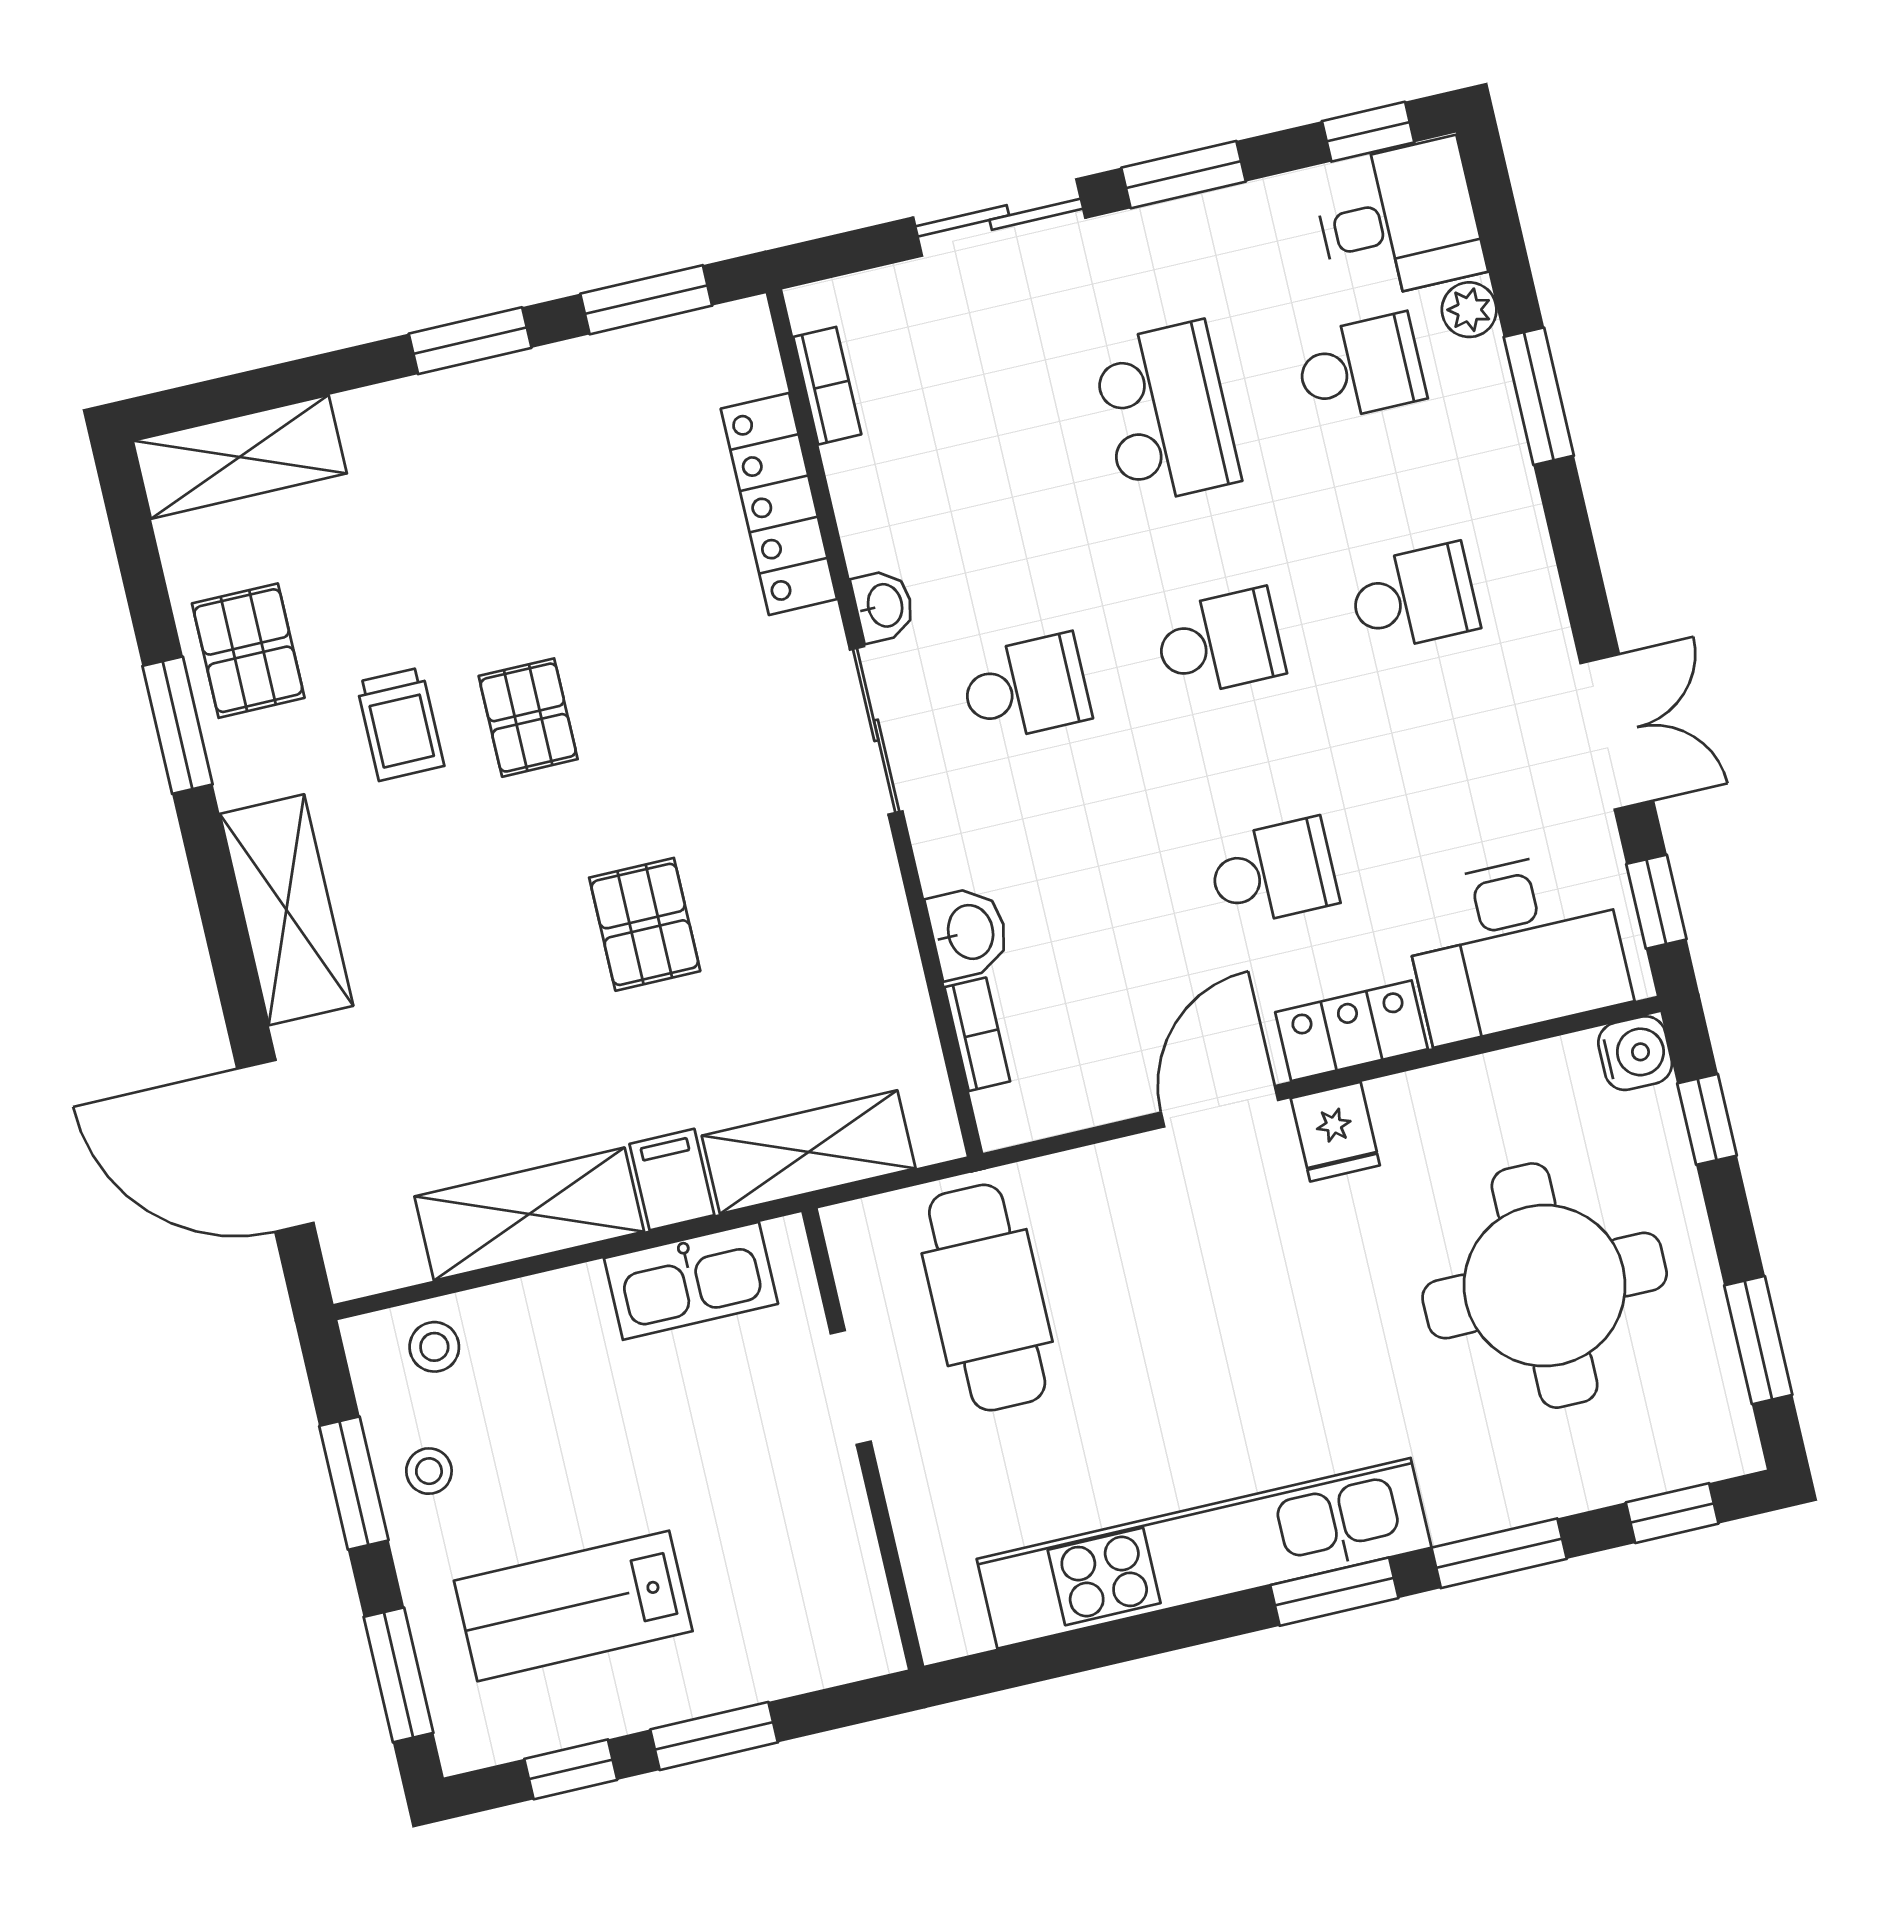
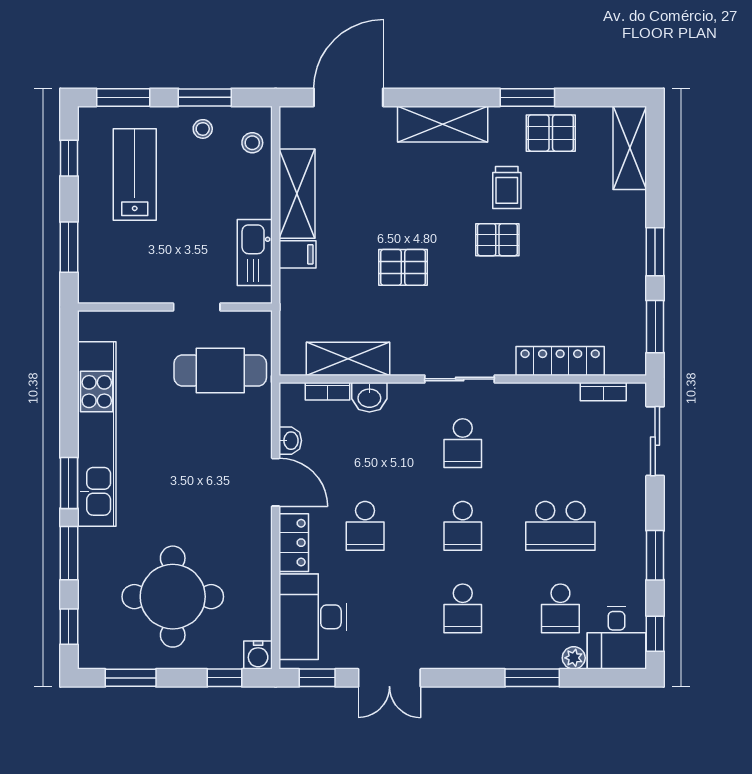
sliding door: (999, 218) -> (655, 441), moved
washbasin: (883, 606) -> (290, 441), moved, turned -90
trolley: (400, 724) -> (507, 187), turned -90
fridge: (1335, 1132) -> (254, 527), removed
shelving: (809, 1152) -> (348, 359), moved, turned 90
window: (714, 1736) -> (69, 247), moved

